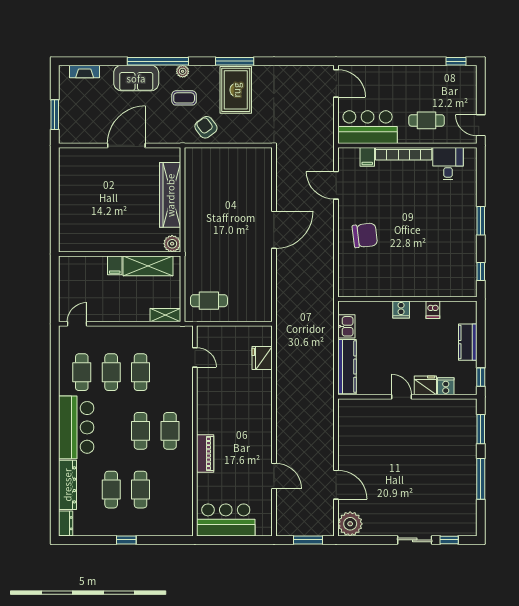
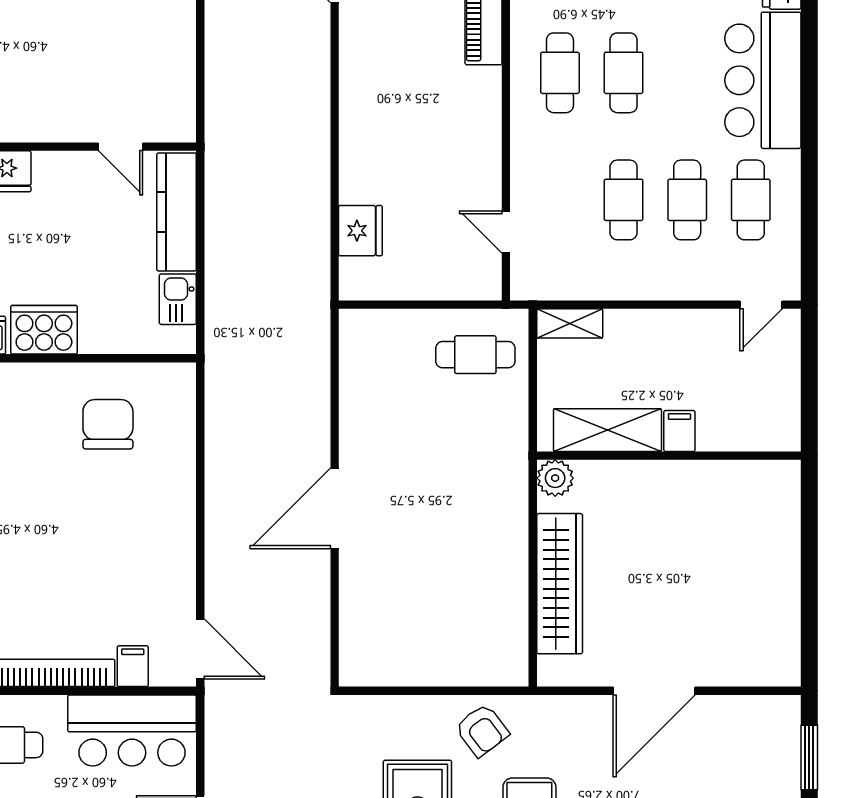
door: (336, 185) -> (200, 649), moved
chair: (365, 235) -> (108, 424), moved, turned 97
cooker: (401, 310) -> (44, 330), width x1.87, depth x1.31
door: (401, 397) -> (121, 147), moved

